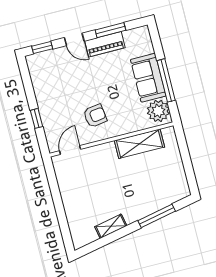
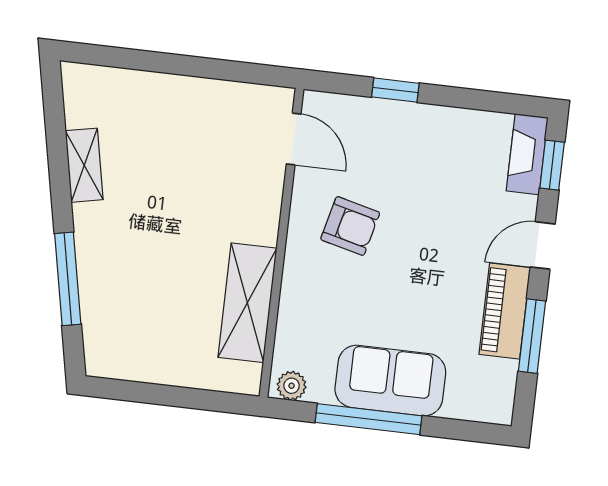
fireplace: (42, 59) -> (527, 154), added
plant: (158, 111) -> (292, 386), width x0.53, depth x0.53
armchair: (95, 116) -> (350, 226), turned -68

